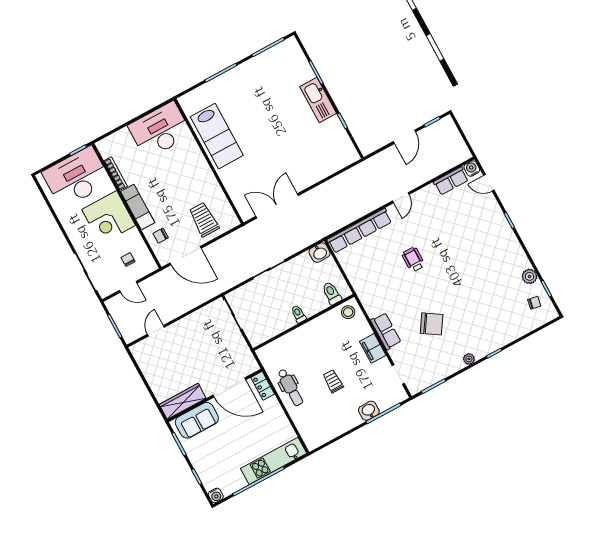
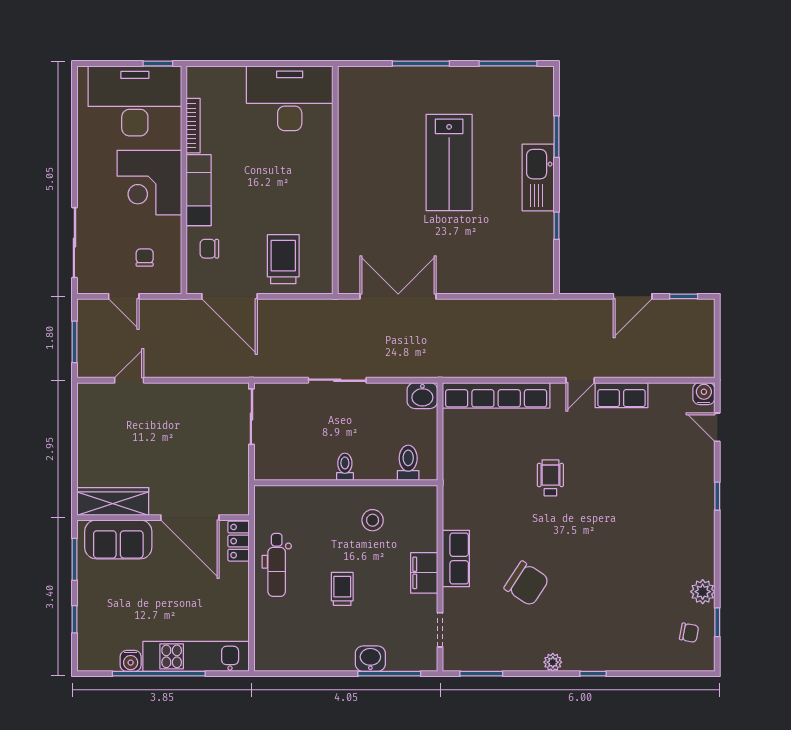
lab bench: (217, 136) -> (449, 163), moved
row of seats: (451, 181) -> (622, 395), moved
stool: (348, 312) -> (373, 520), moved
water cooler: (216, 495) -> (131, 661), moved

